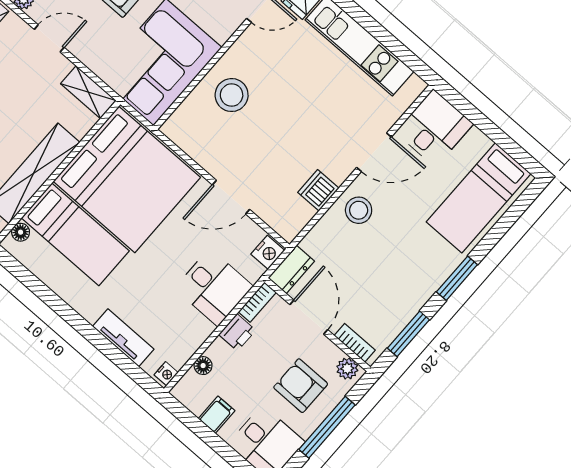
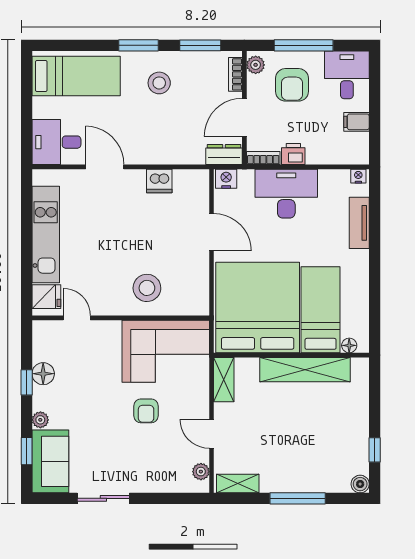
stool: (359, 210) -> (159, 83), moved
desk: (214, 287) -> (286, 194), width x1.37
floor lamp: (203, 366) -> (333, 157), removed

